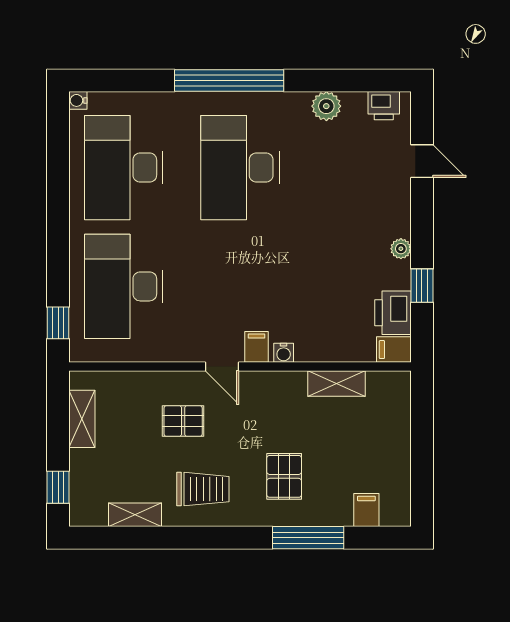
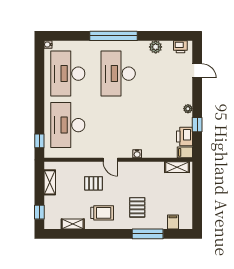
filing cabinet: (257, 347) -> (125, 151), removed
shelving: (337, 384) -> (177, 167), moved

